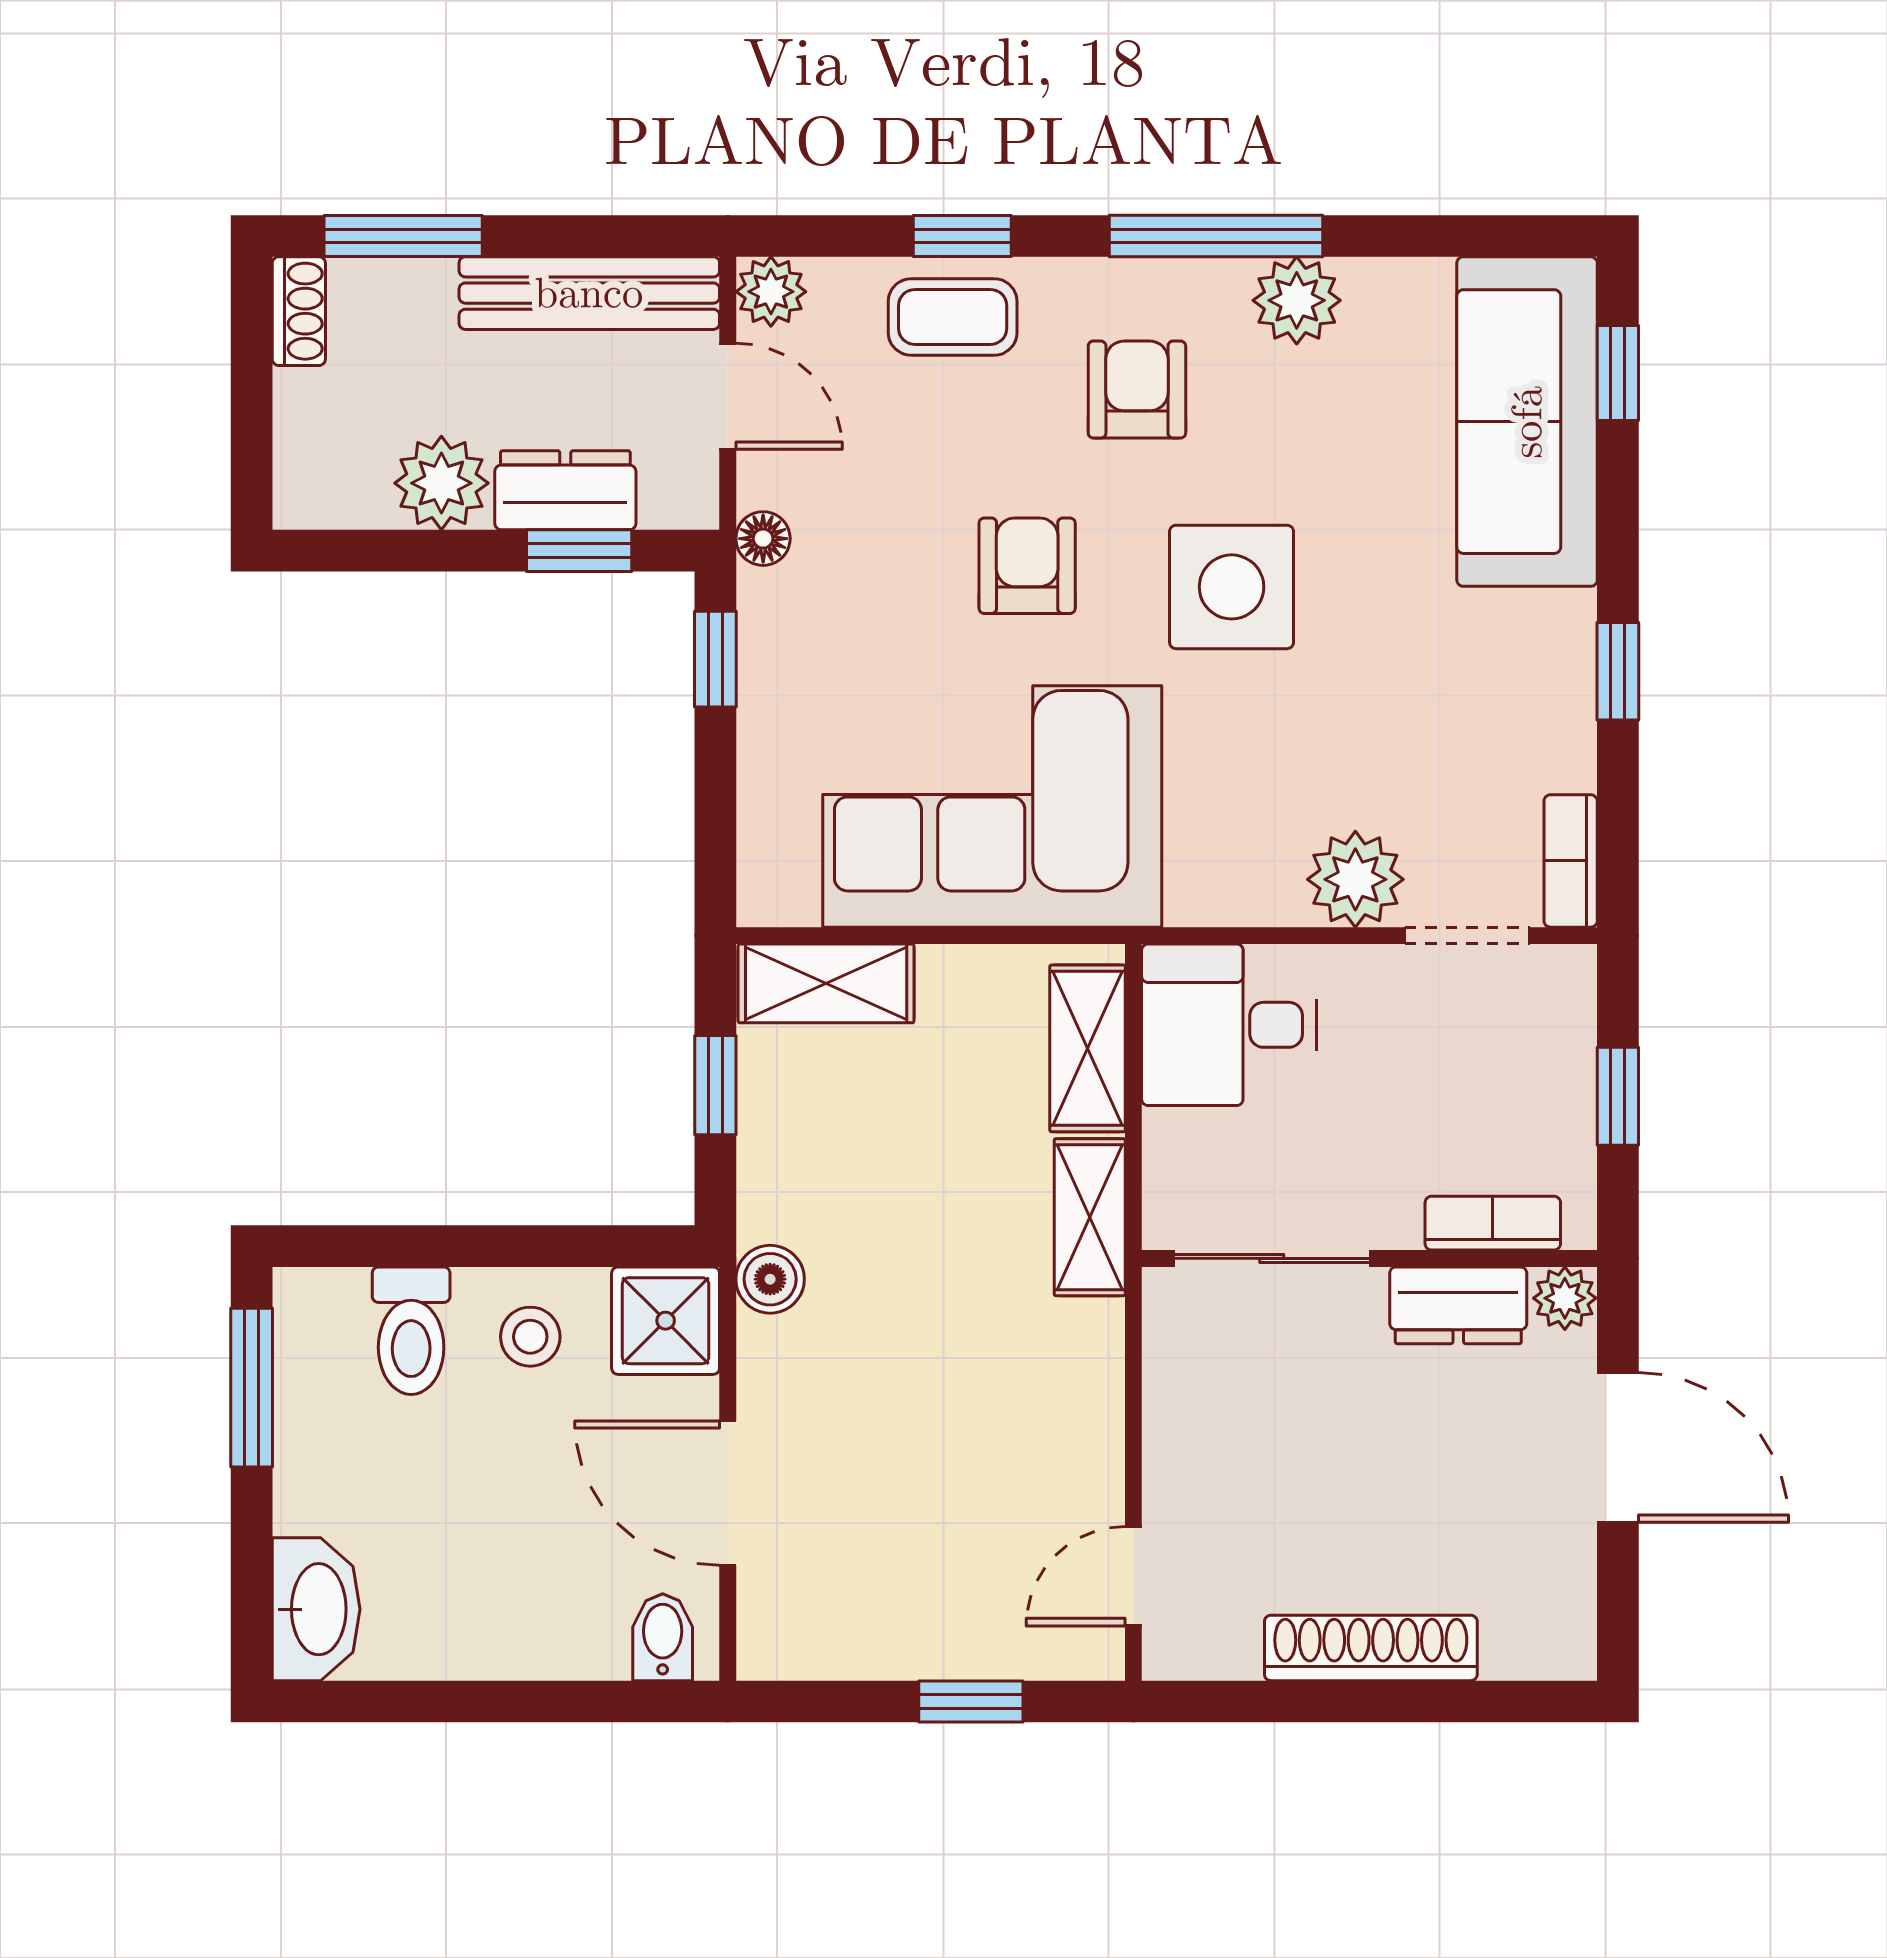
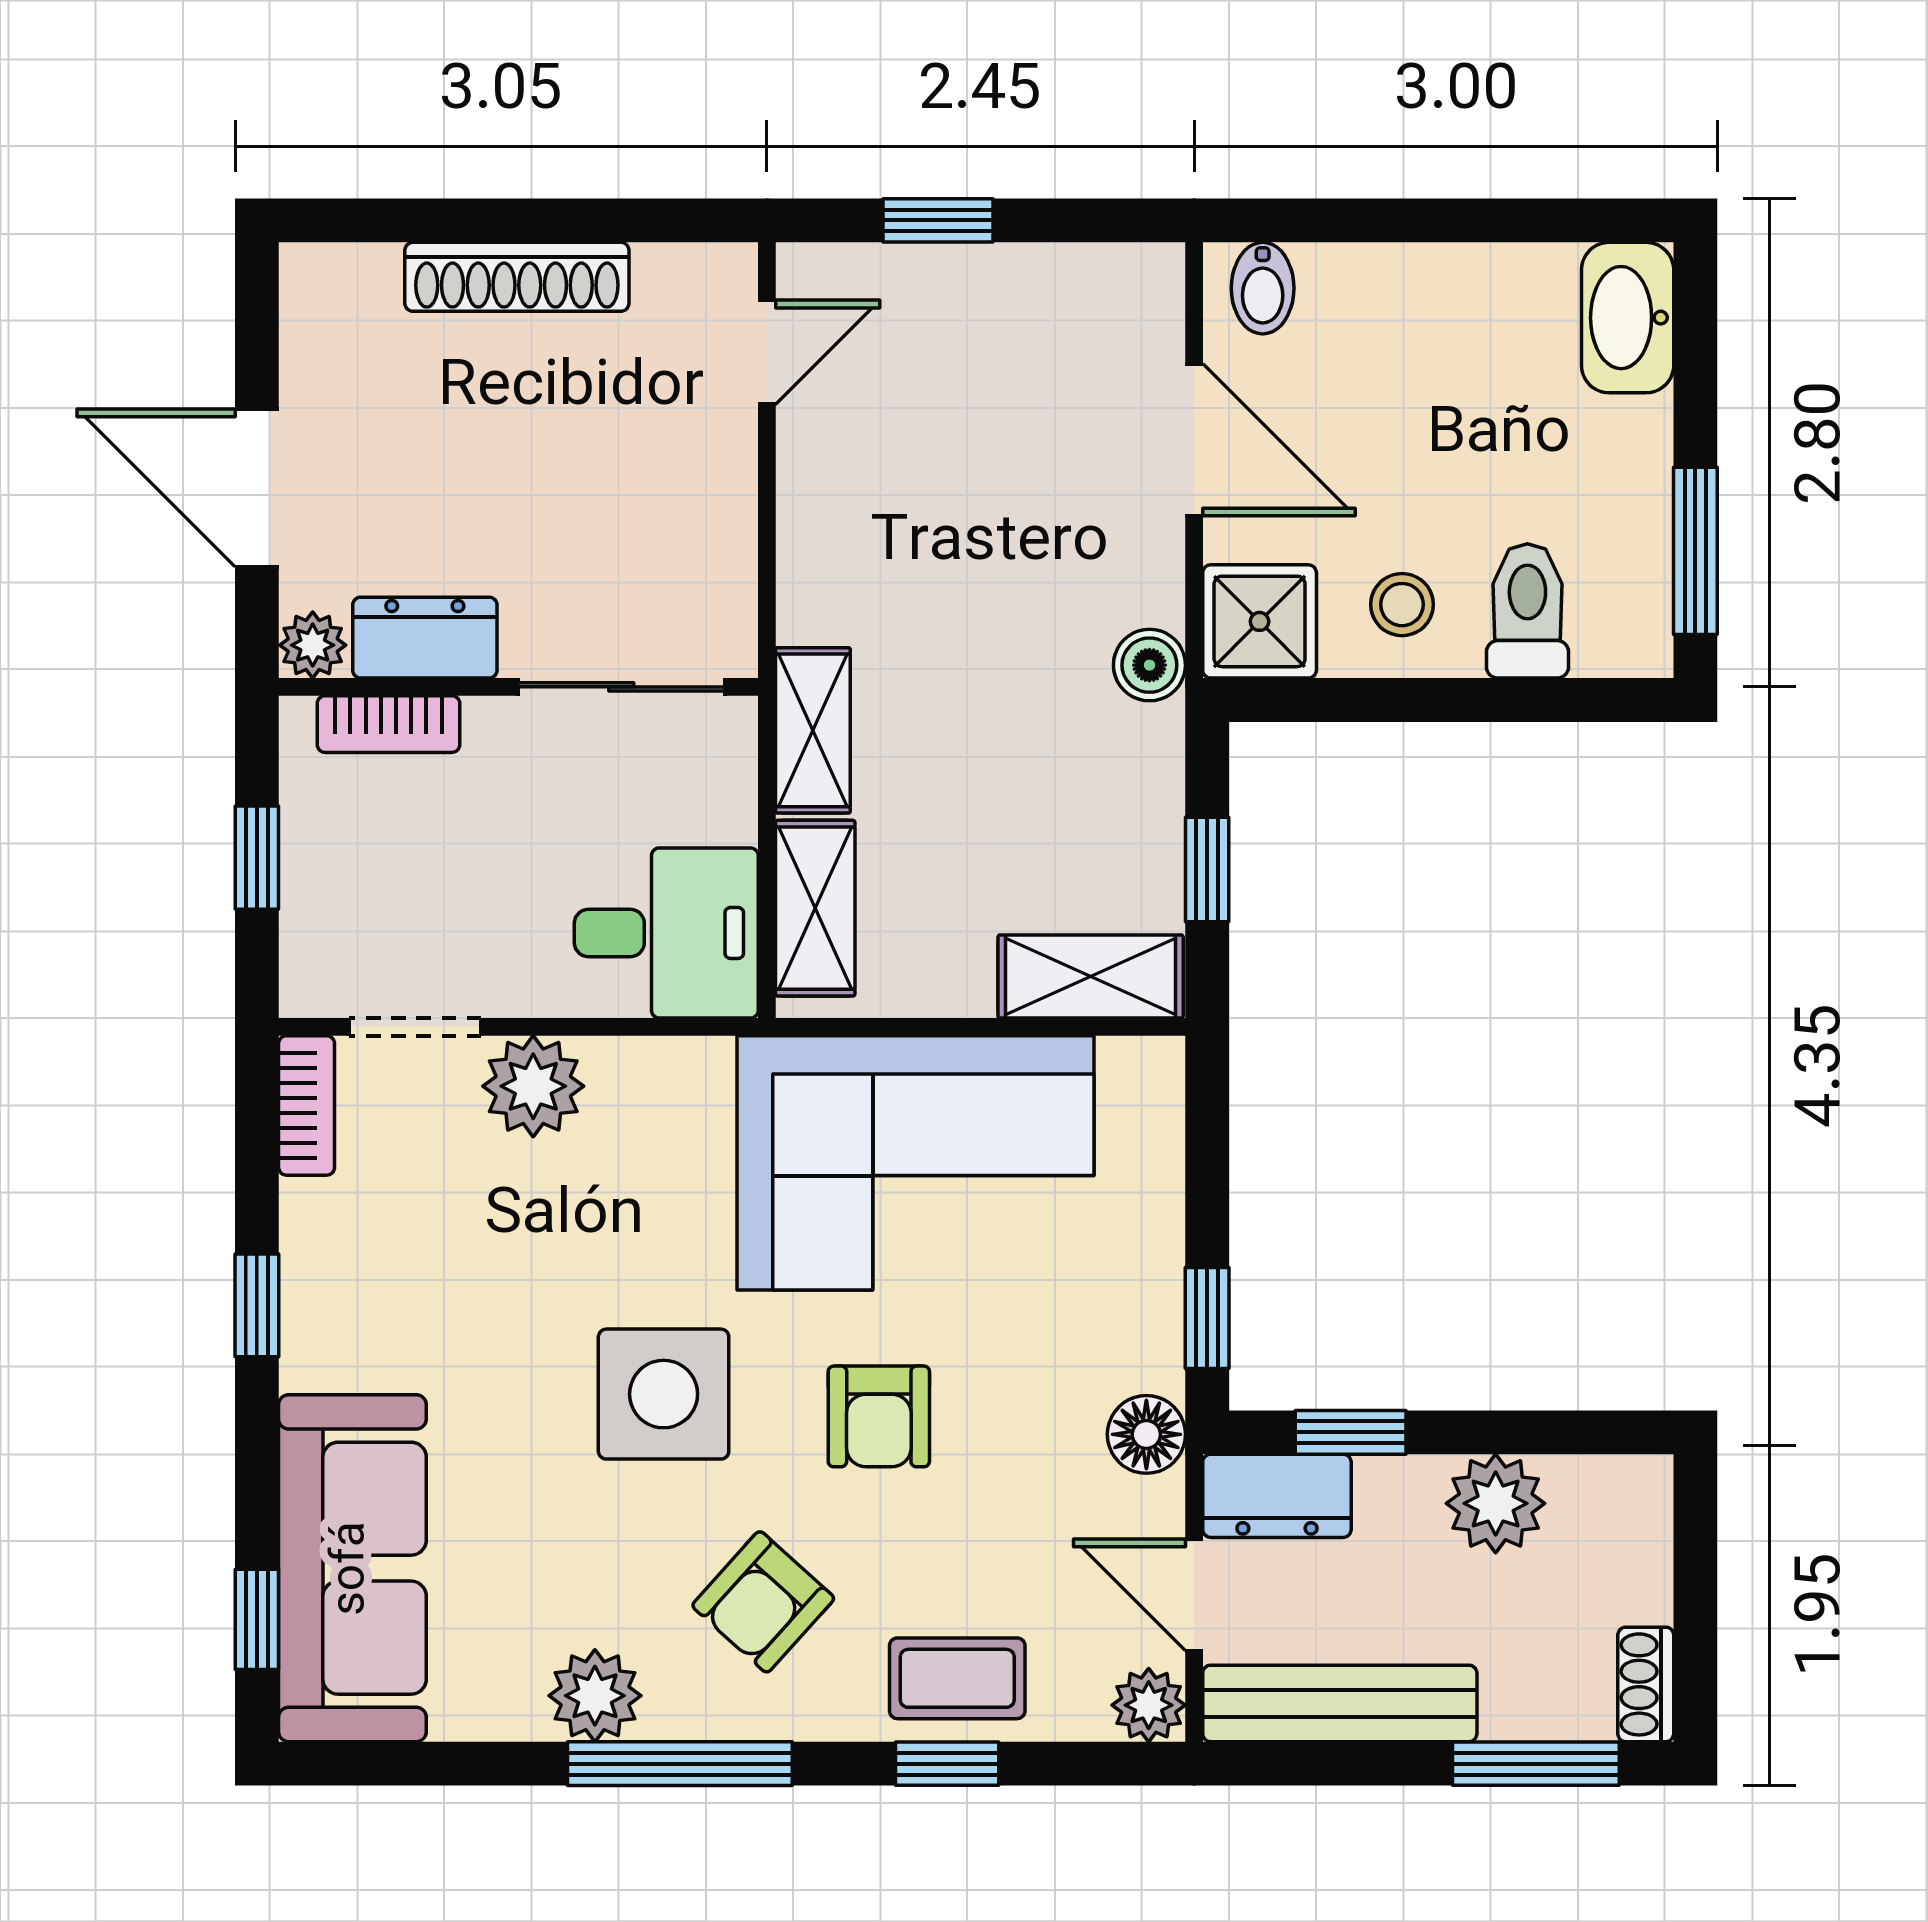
armchair: (1137, 390) -> (763, 1602), turned 42
dresser: (565, 490) -> (1277, 1496), moved
floor lamp: (763, 539) -> (1146, 1434), width x1.37, depth x1.37

